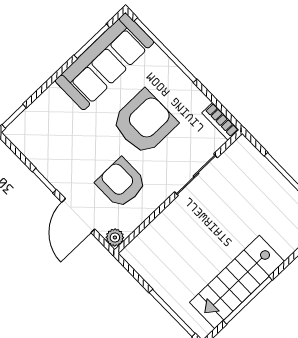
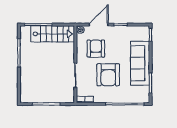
sofa: (104, 61) -> (140, 63), moved
armchair: (121, 183) -> (96, 49), turned -90
door: (78, 216) -> (99, 25), hinge flipped
stairs: (237, 282) -> (53, 34), moved, turned 90

